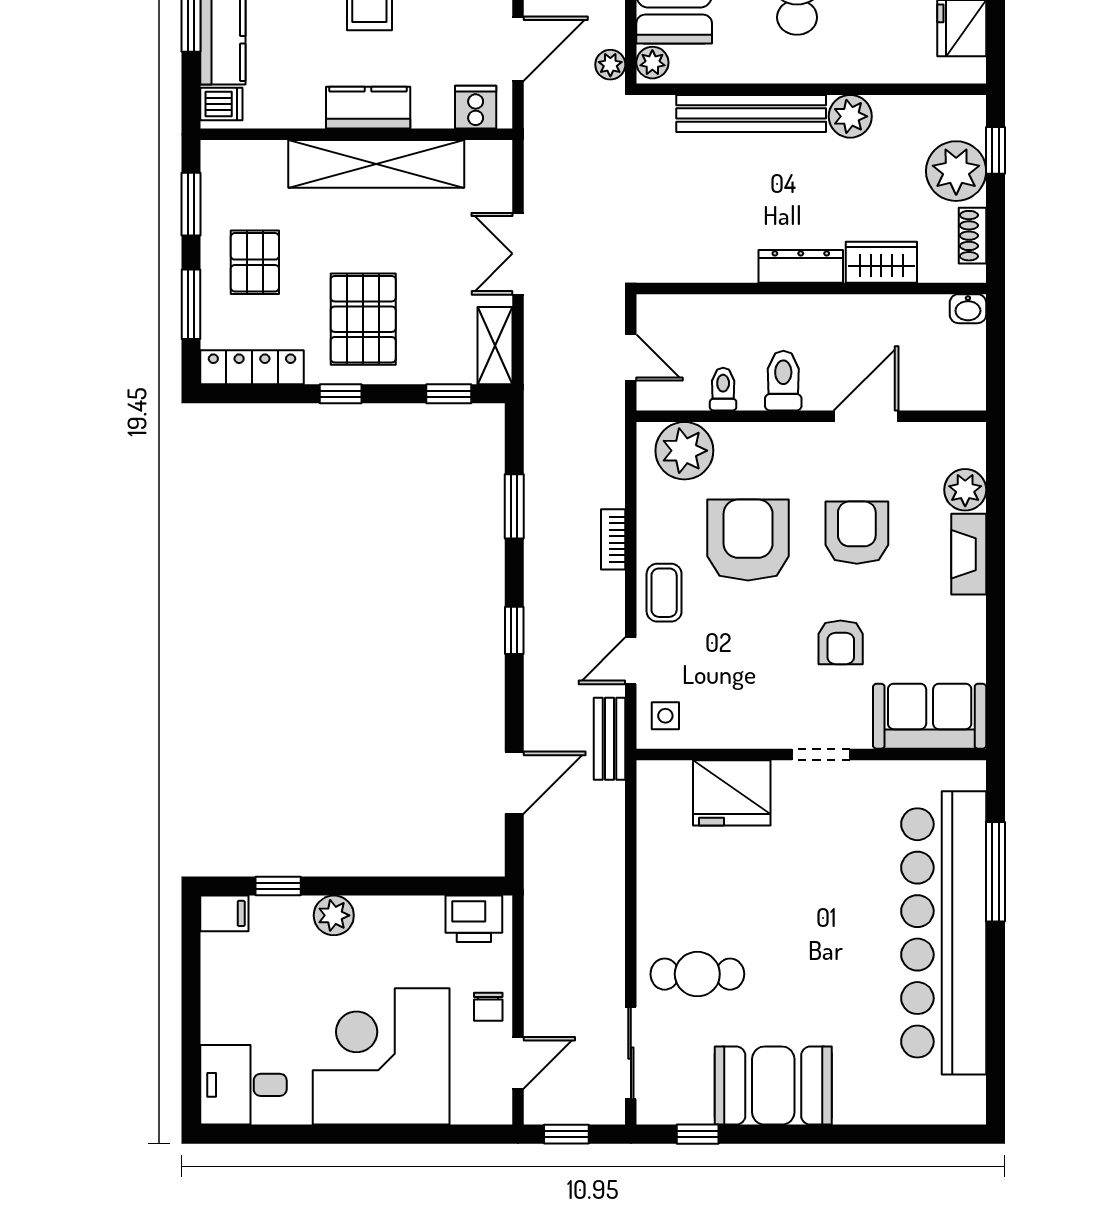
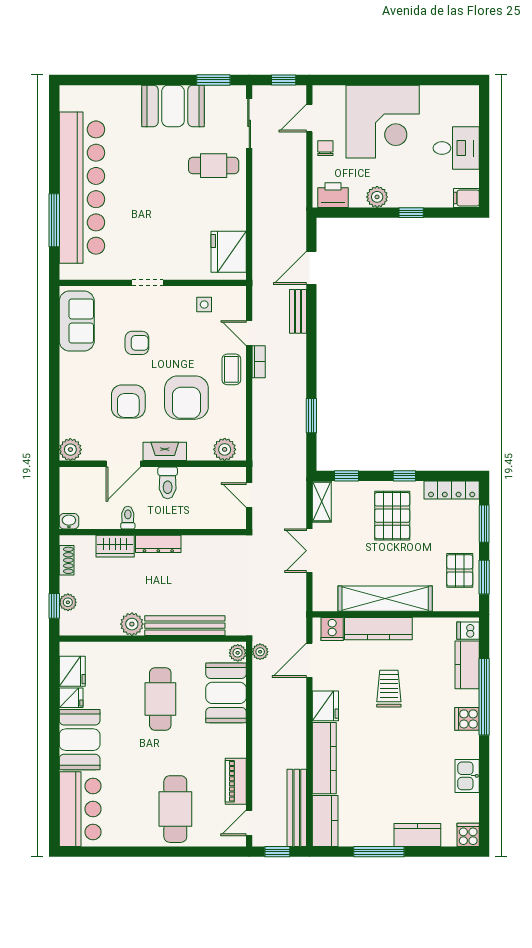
kitchen counter: (368, 108) -> (378, 629), width x1.50
plant: (956, 171) -> (68, 602), width x0.53, depth x0.53
double door: (518, 254) -> (309, 551), swing flipped
pallet: (255, 262) -> (460, 570), moved
toilet: (723, 389) -> (128, 518), moved, turned 180
plant: (684, 451) -> (225, 449), width x0.73, depth x0.73
plant: (965, 490) -> (70, 450), moved
bookcase: (613, 539) -> (259, 362), moved
fireplace: (969, 554) -> (165, 451), moved, turned -90
window: (514, 630) -> (311, 349), removed
armchair: (841, 642) -> (137, 343), turned 90
door: (631, 661) -> (249, 333), swing flipped
side table: (665, 716) -> (204, 305), moved
sofa: (930, 716) -> (77, 321), moved, turned -90
bench: (610, 739) -> (298, 311), moved
fridge: (732, 793) -> (229, 252), moved, turned -90
window: (278, 886) -> (411, 213), moved
plant: (334, 915) -> (377, 197), moved
desk: (244, 1085) -> (456, 148), moved
window: (698, 1134) -> (213, 80), width x1.50

